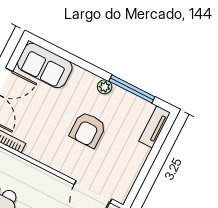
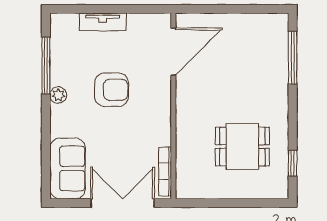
tv unit: (155, 127) -> (103, 22), moved

